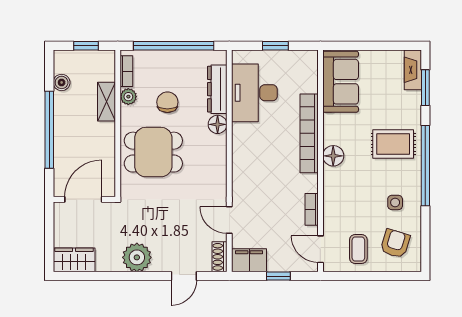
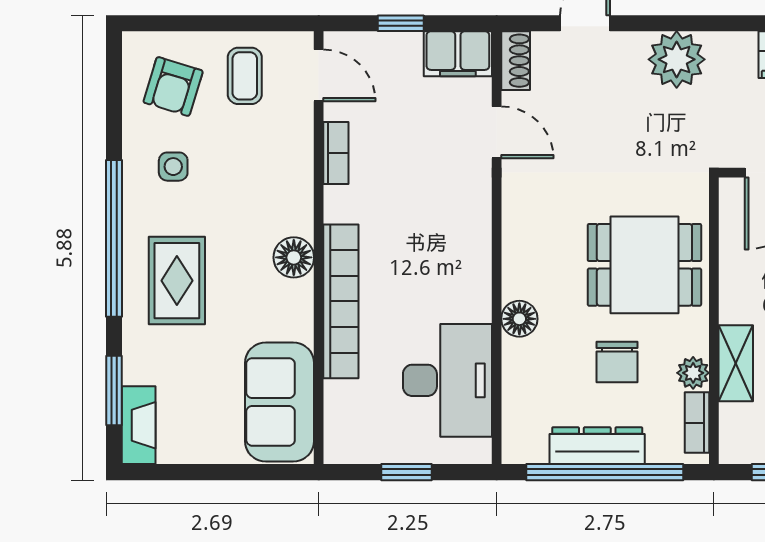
dresser: (217, 89) -> (597, 446), moved, turned -90
rug: (393, 144) -> (177, 281), turned 90

